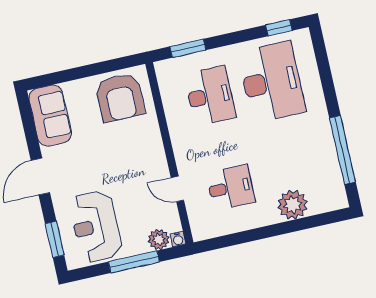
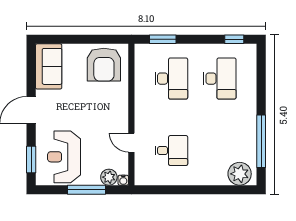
desk: (272, 82) -> (220, 79), width x0.73, depth x0.77
plant: (293, 205) -> (240, 174), moved

